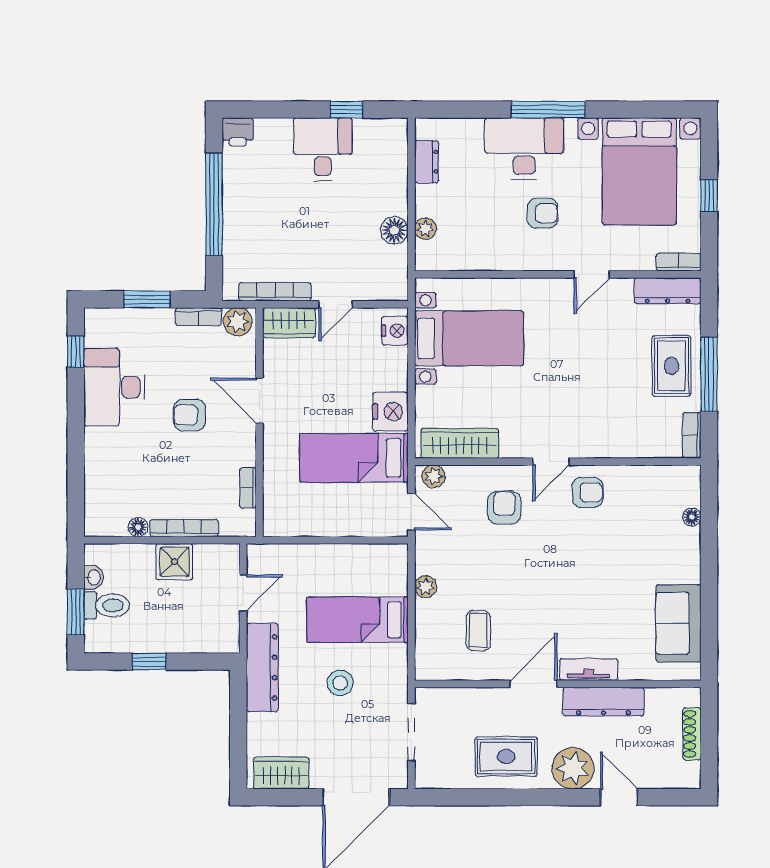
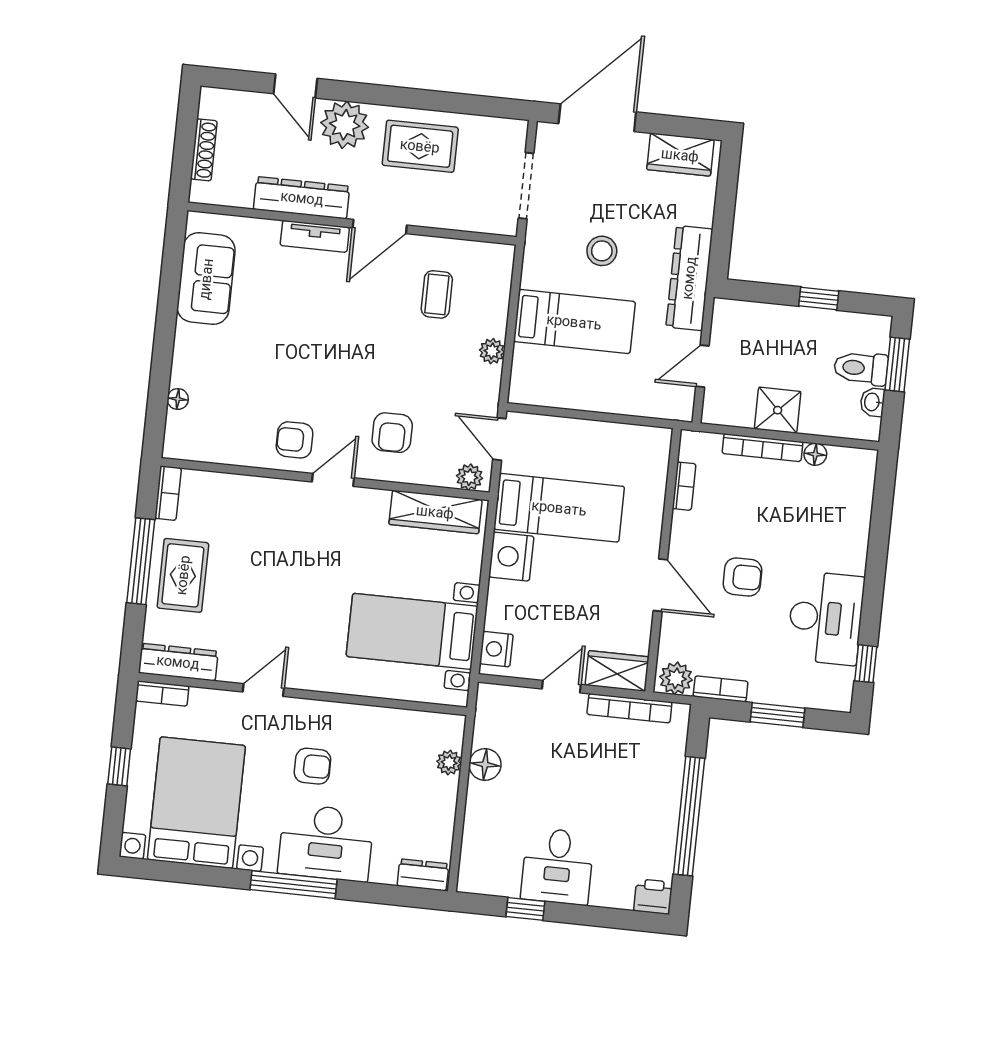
dresser: (427, 162) -> (423, 875), moved, turned 90
armchair: (543, 213) -> (312, 766), turned 180

